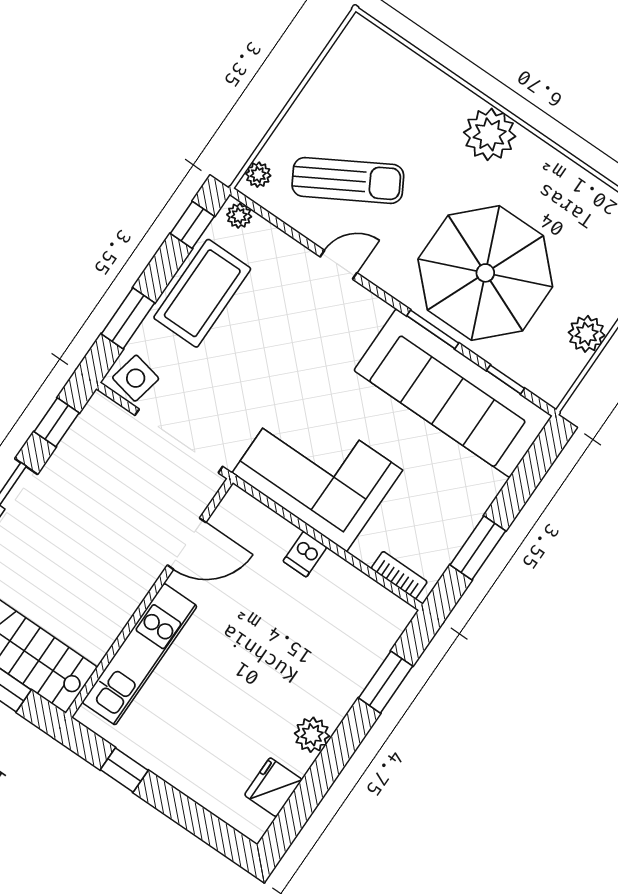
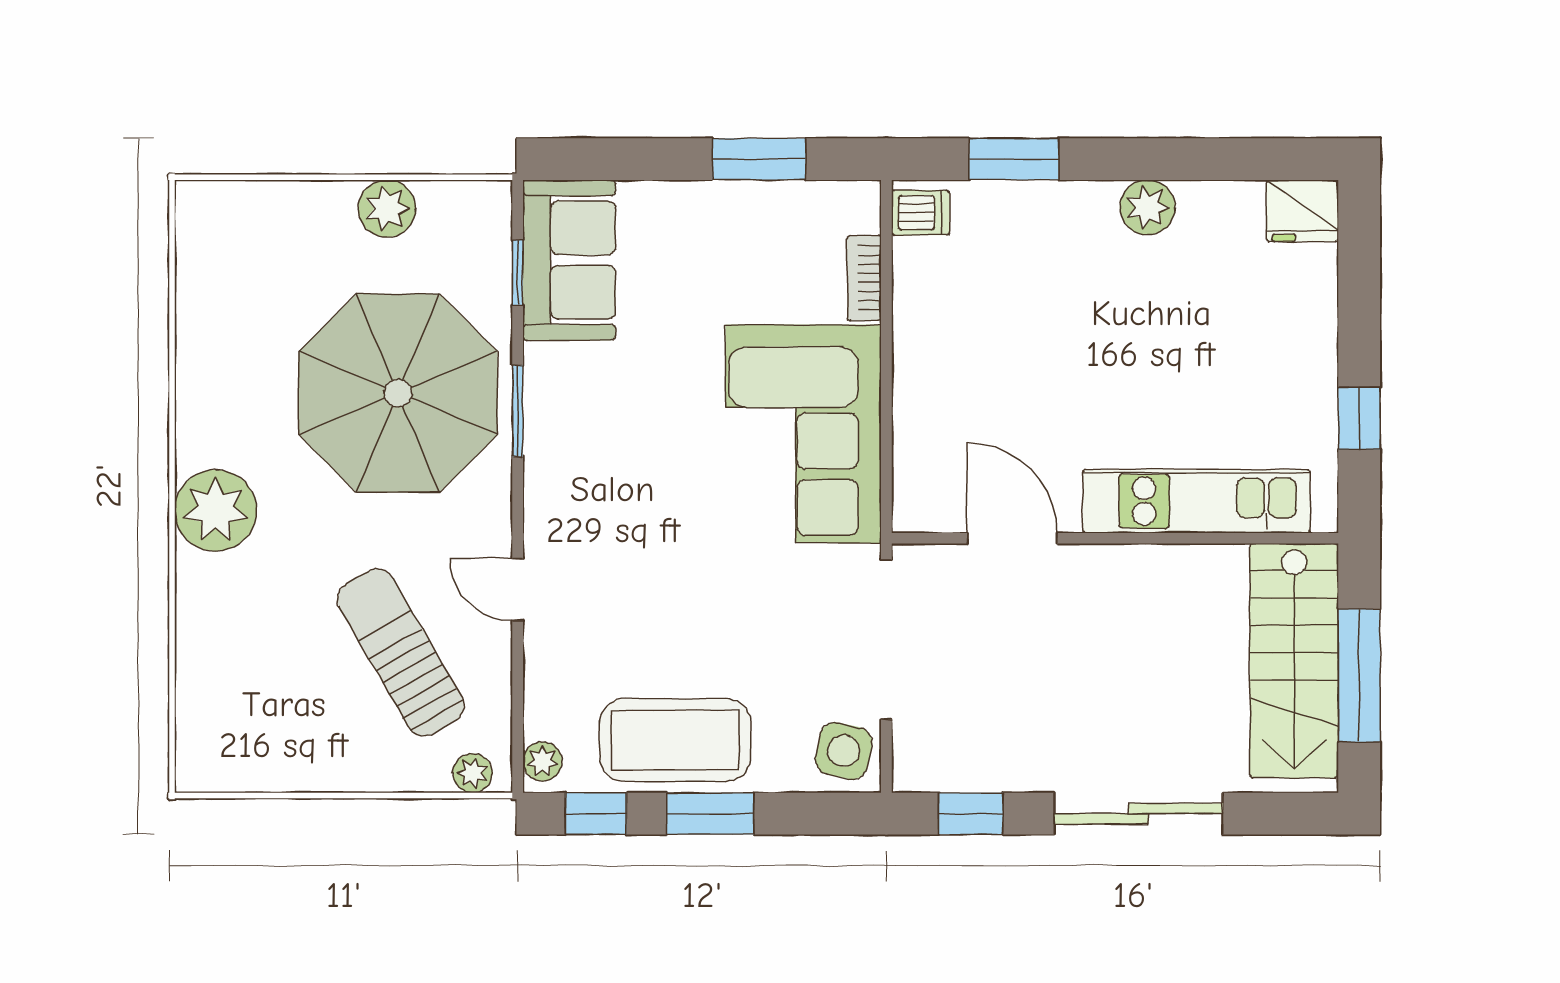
window: (128, 318) -> (710, 814), moved
sofa: (453, 393) -> (569, 260), width x0.54, depth x0.79
dishwasher: (305, 554) -> (921, 213), moved
bookcase: (399, 575) -> (864, 278), moved
fridge: (273, 787) -> (1302, 211), moved

